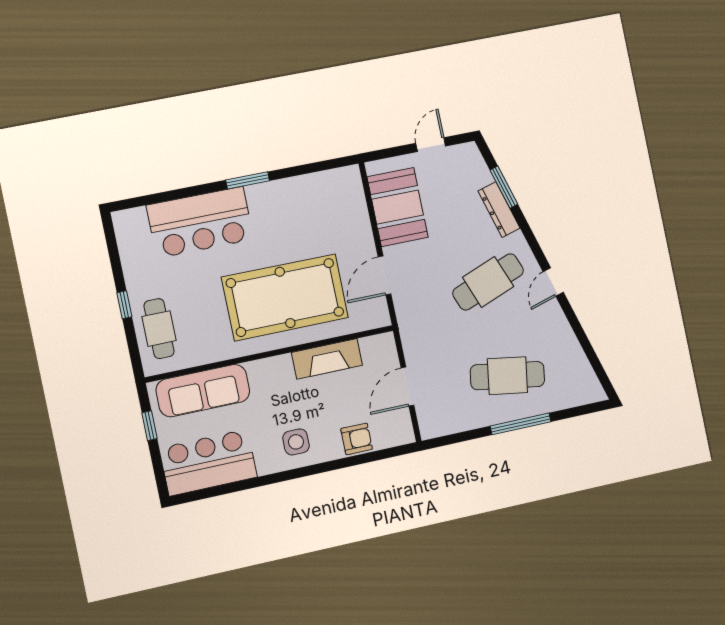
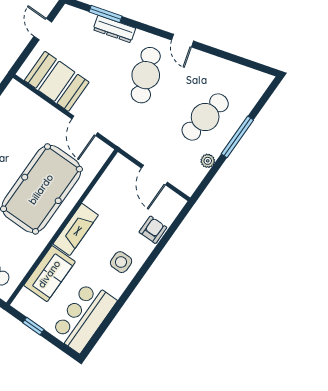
fireplace: (327, 359) -> (76, 229), moved
sofa: (203, 391) -> (49, 274), width x0.73
plant: (471, 421) -> (208, 161), added

